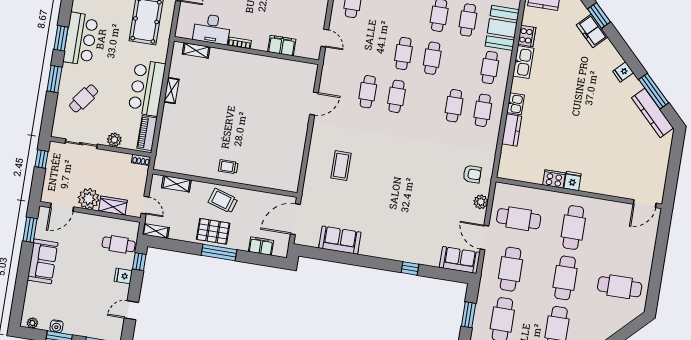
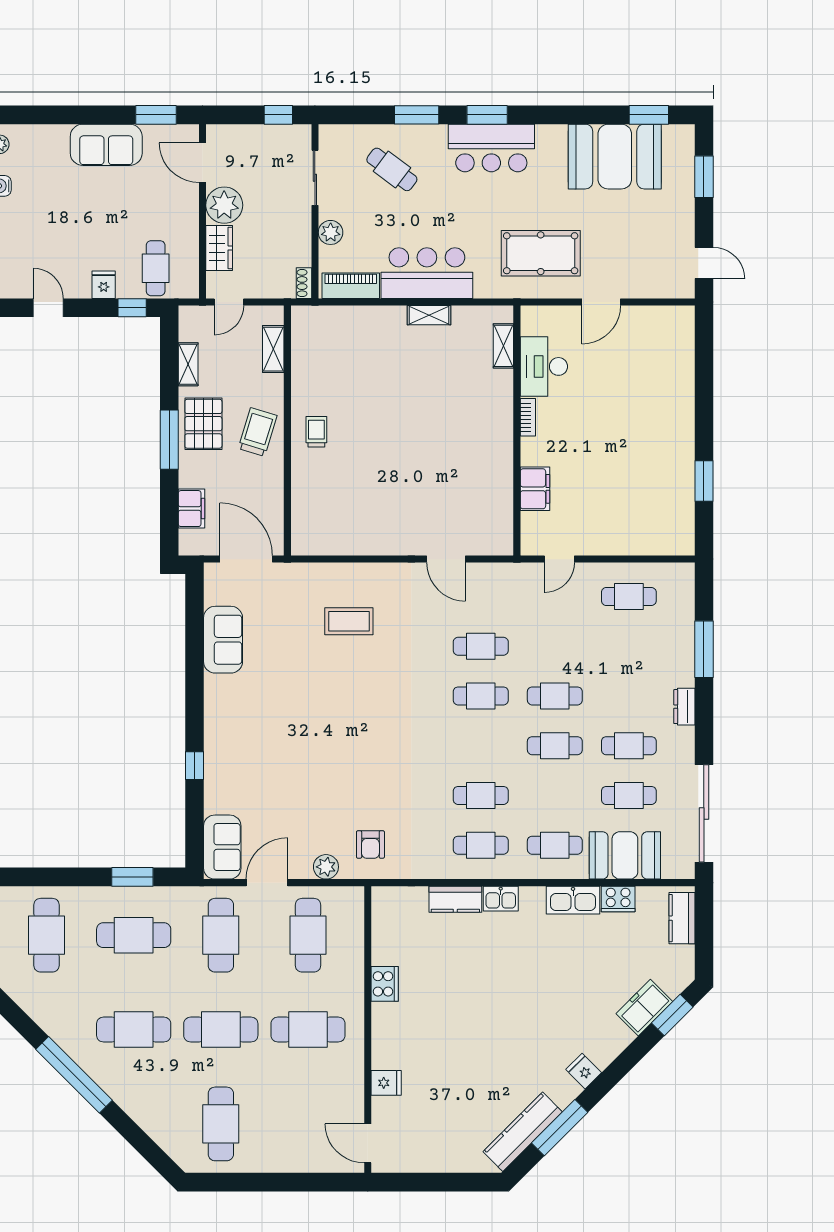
fridge: (573, 181) -> (386, 1083), moved
shelving: (156, 231) -> (188, 364), moved
cafe table: (511, 269) -> (221, 935), turned 90

